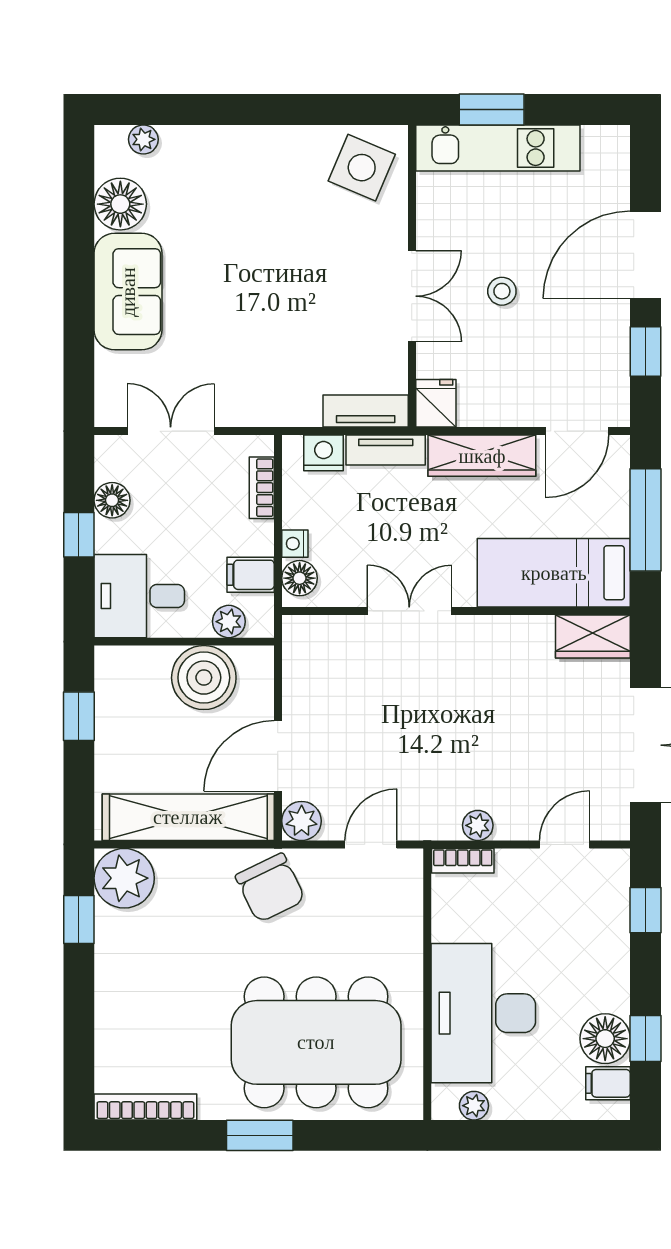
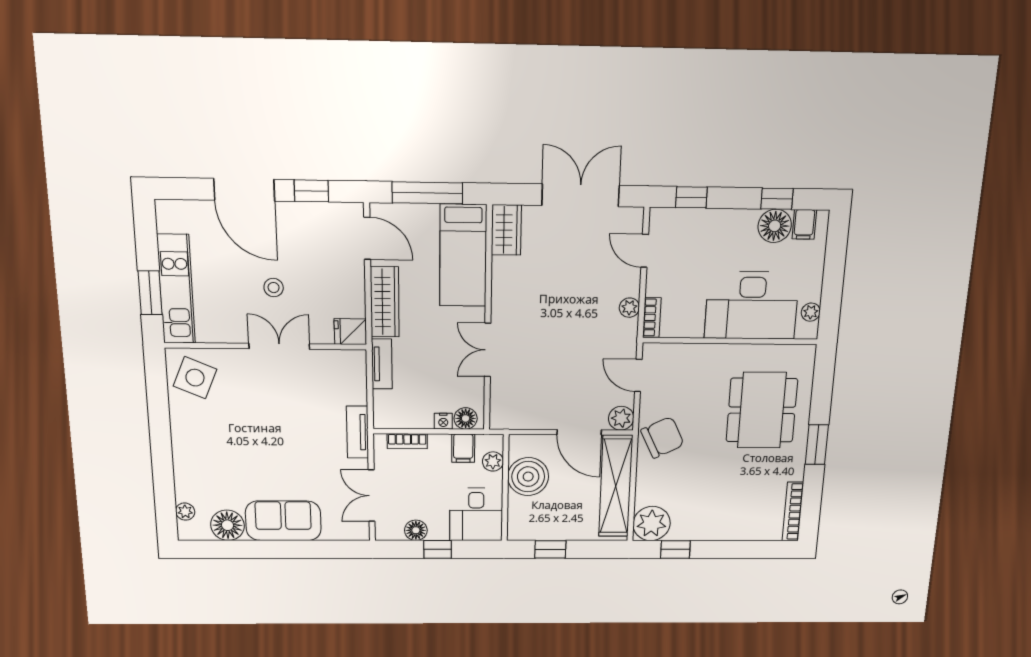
tv unit: (366, 411) -> (358, 432), moved
nightstand: (324, 453) -> (384, 403), removed
dining table: (316, 1042) -> (762, 410), width x0.73, depth x0.80

